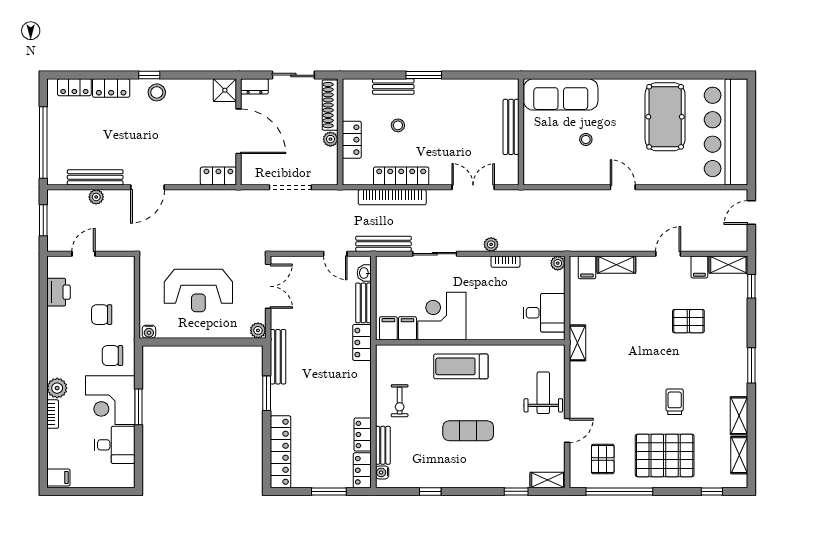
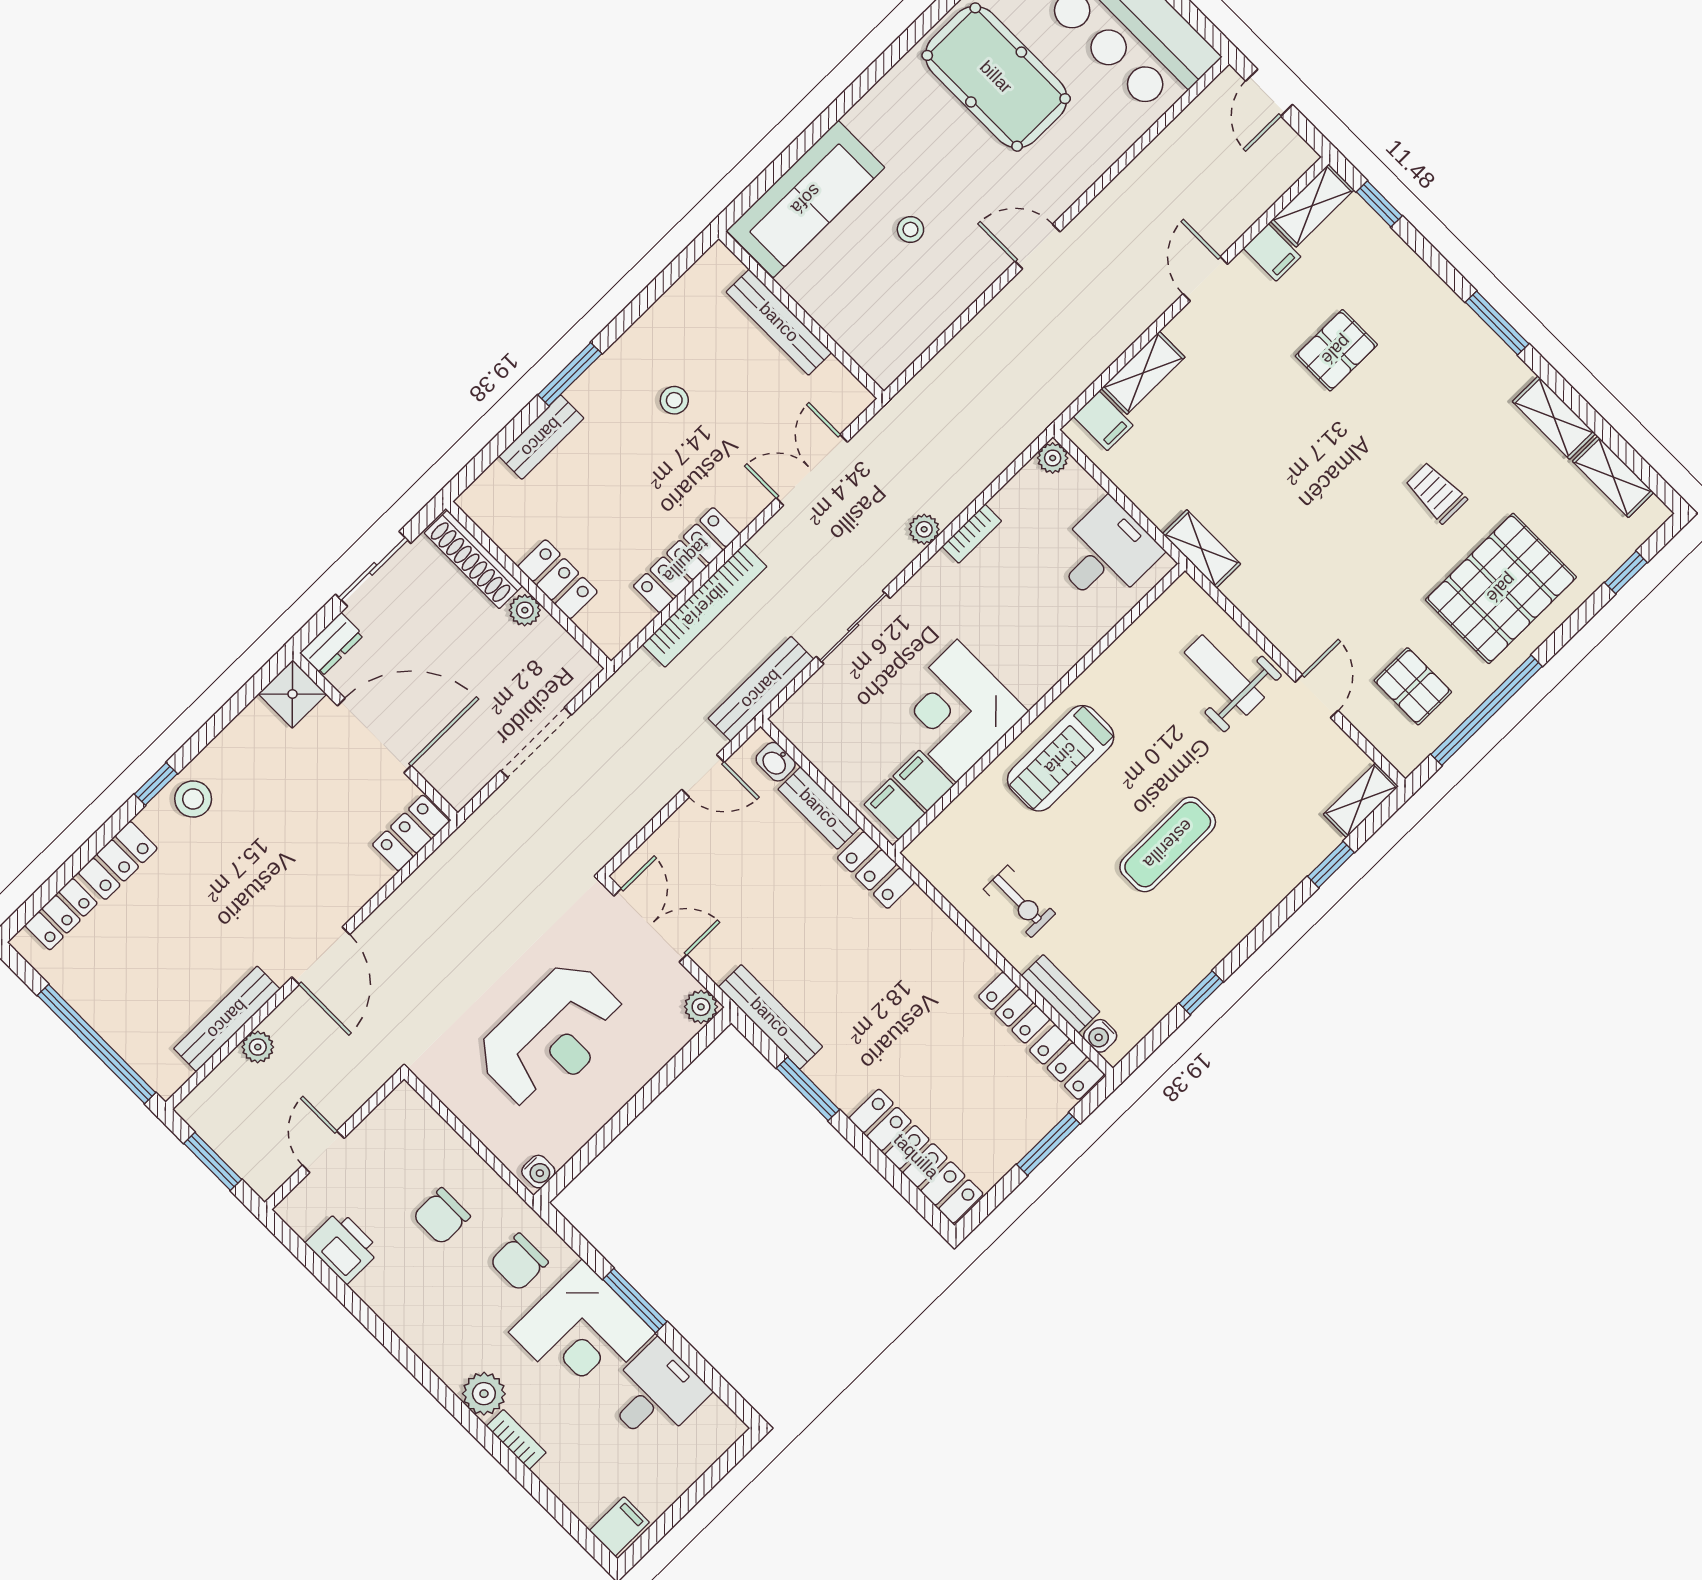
stool: (398, 125) -> (674, 400), moved

